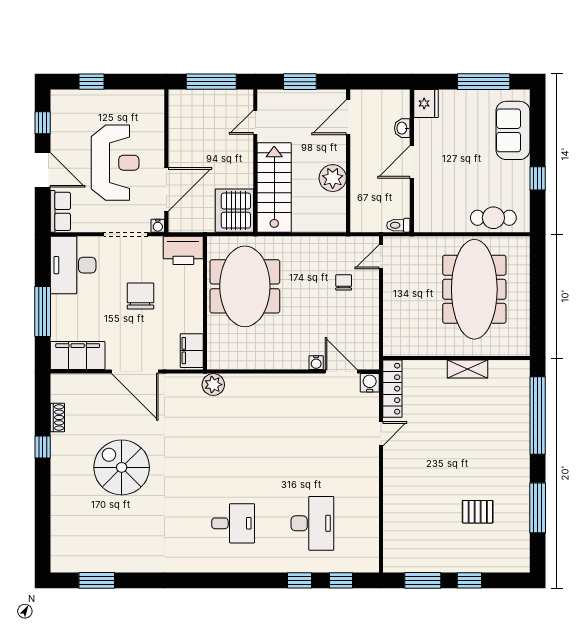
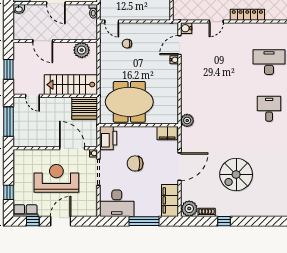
door: (348, 117) -> (43, 41), moved
washbasin: (402, 128) -> (19, 9), moved
plant: (333, 178) -> (82, 50), moved
row of seats: (60, 211) -> (25, 211), moved
plant: (64, 388) -> (189, 209), added
locker: (392, 389) -> (247, 15), moved
door: (381, 434) -> (216, 22), swing flipped

